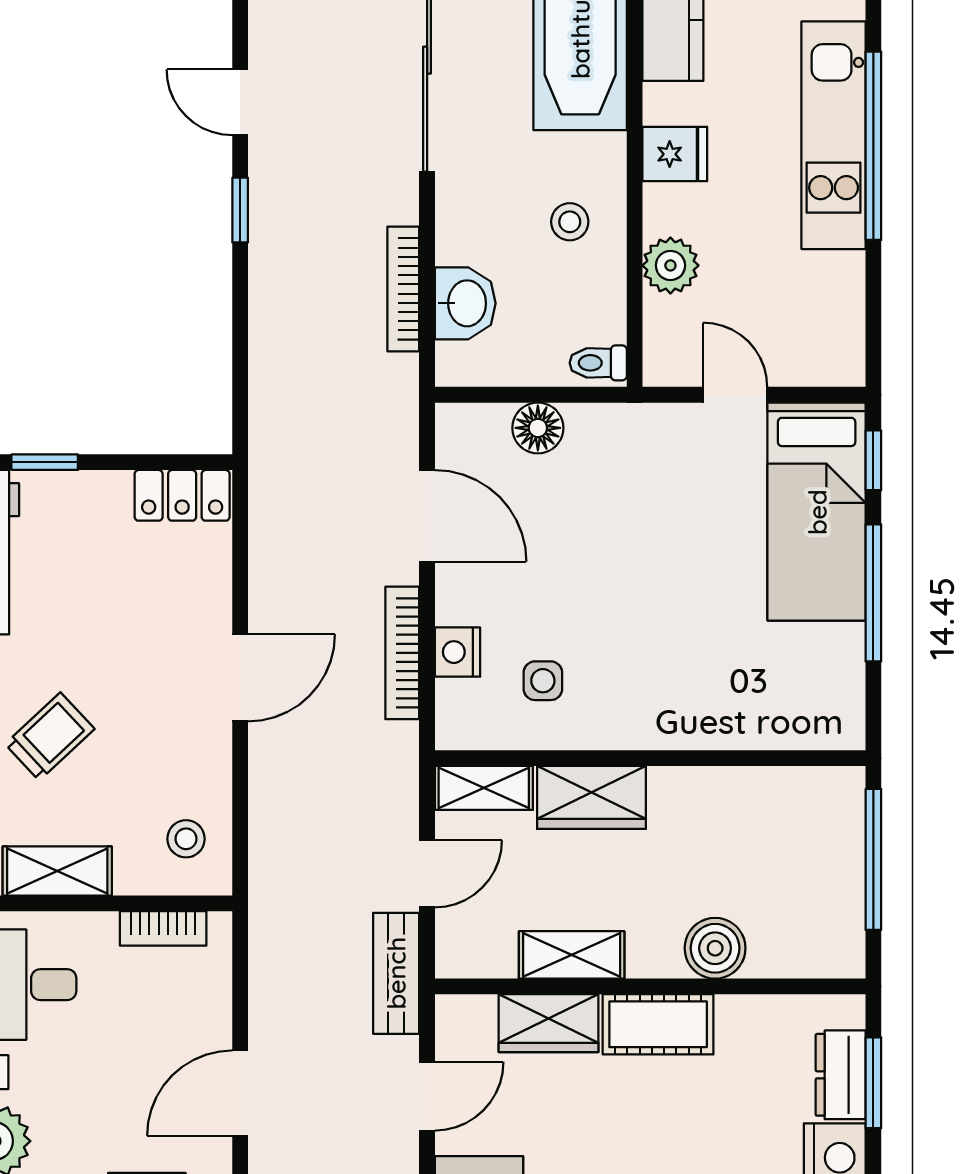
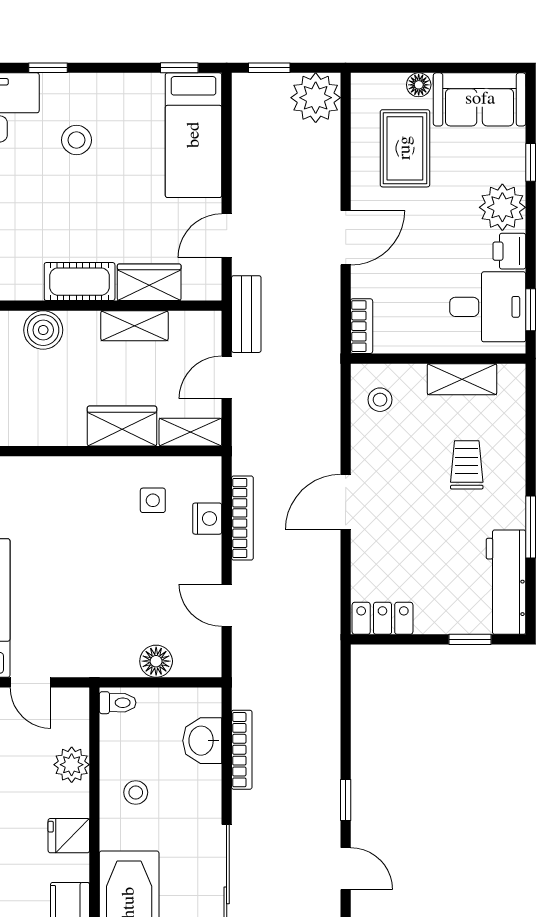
door: (427, 516) -> (227, 605), width x0.73
trolley: (50, 736) -> (467, 465), turned 133
bookcase: (163, 928) -> (362, 326), moved, turned 90

